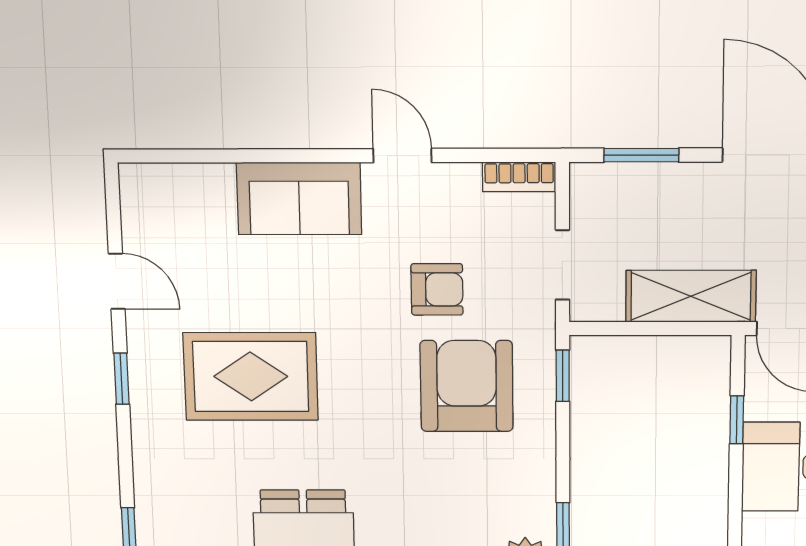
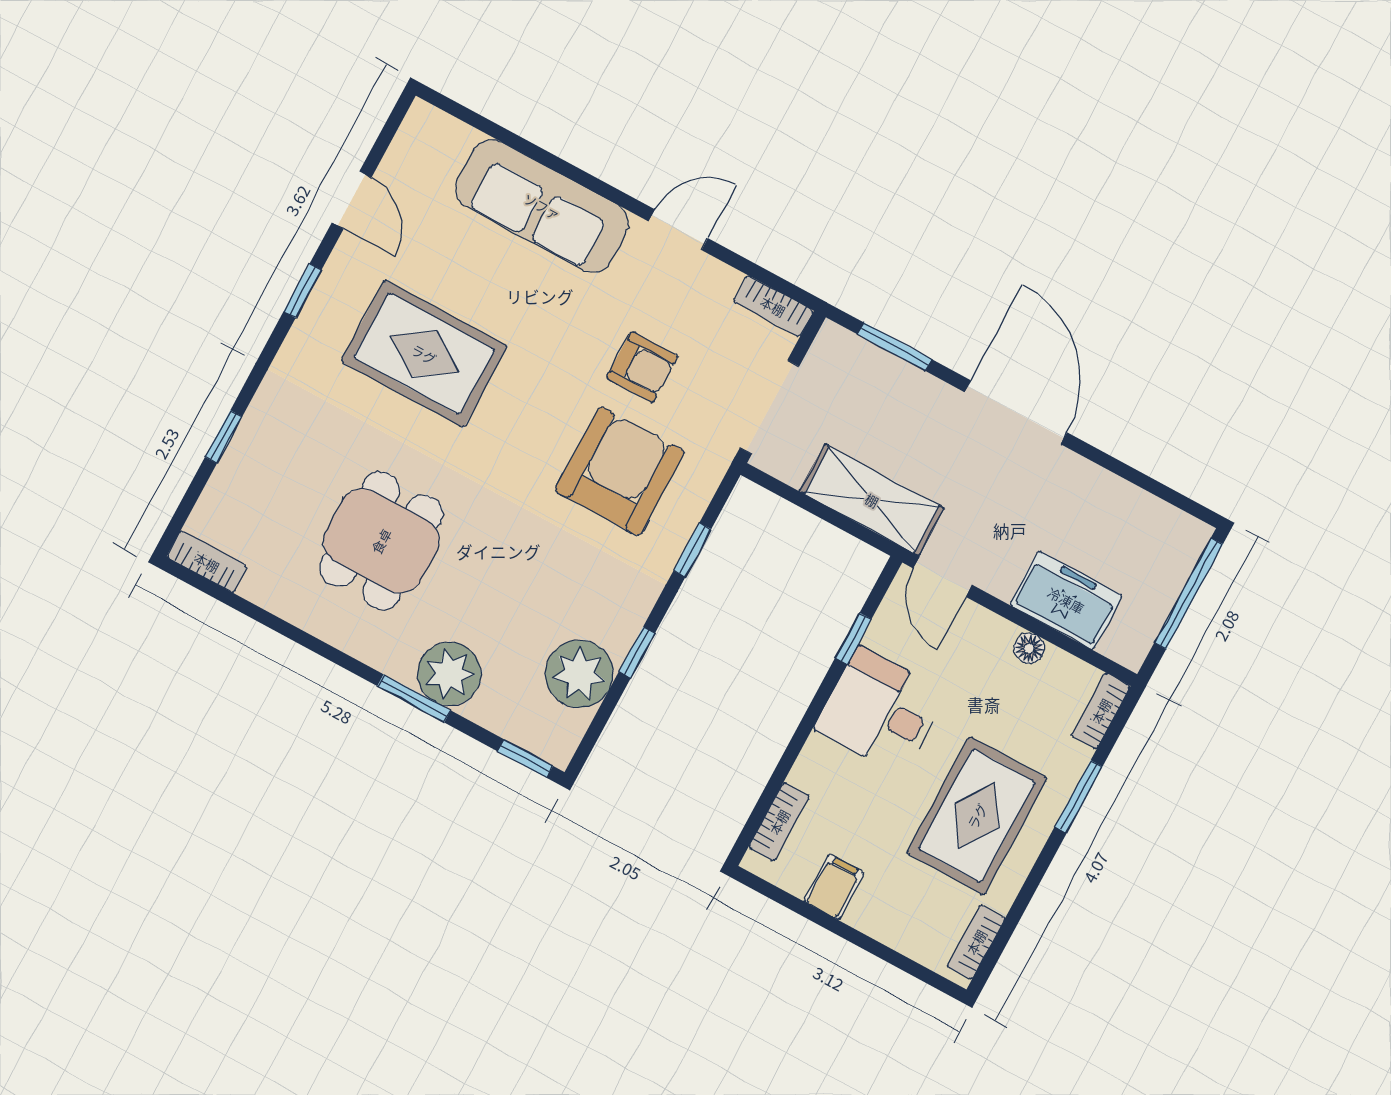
door: (402, 156) -> (678, 230), hinge flipped
sofa: (299, 199) -> (542, 206), width x1.36
doorway: (562, 265) -> (769, 407), width x1.38
window: (563, 376) -> (692, 550), moved

